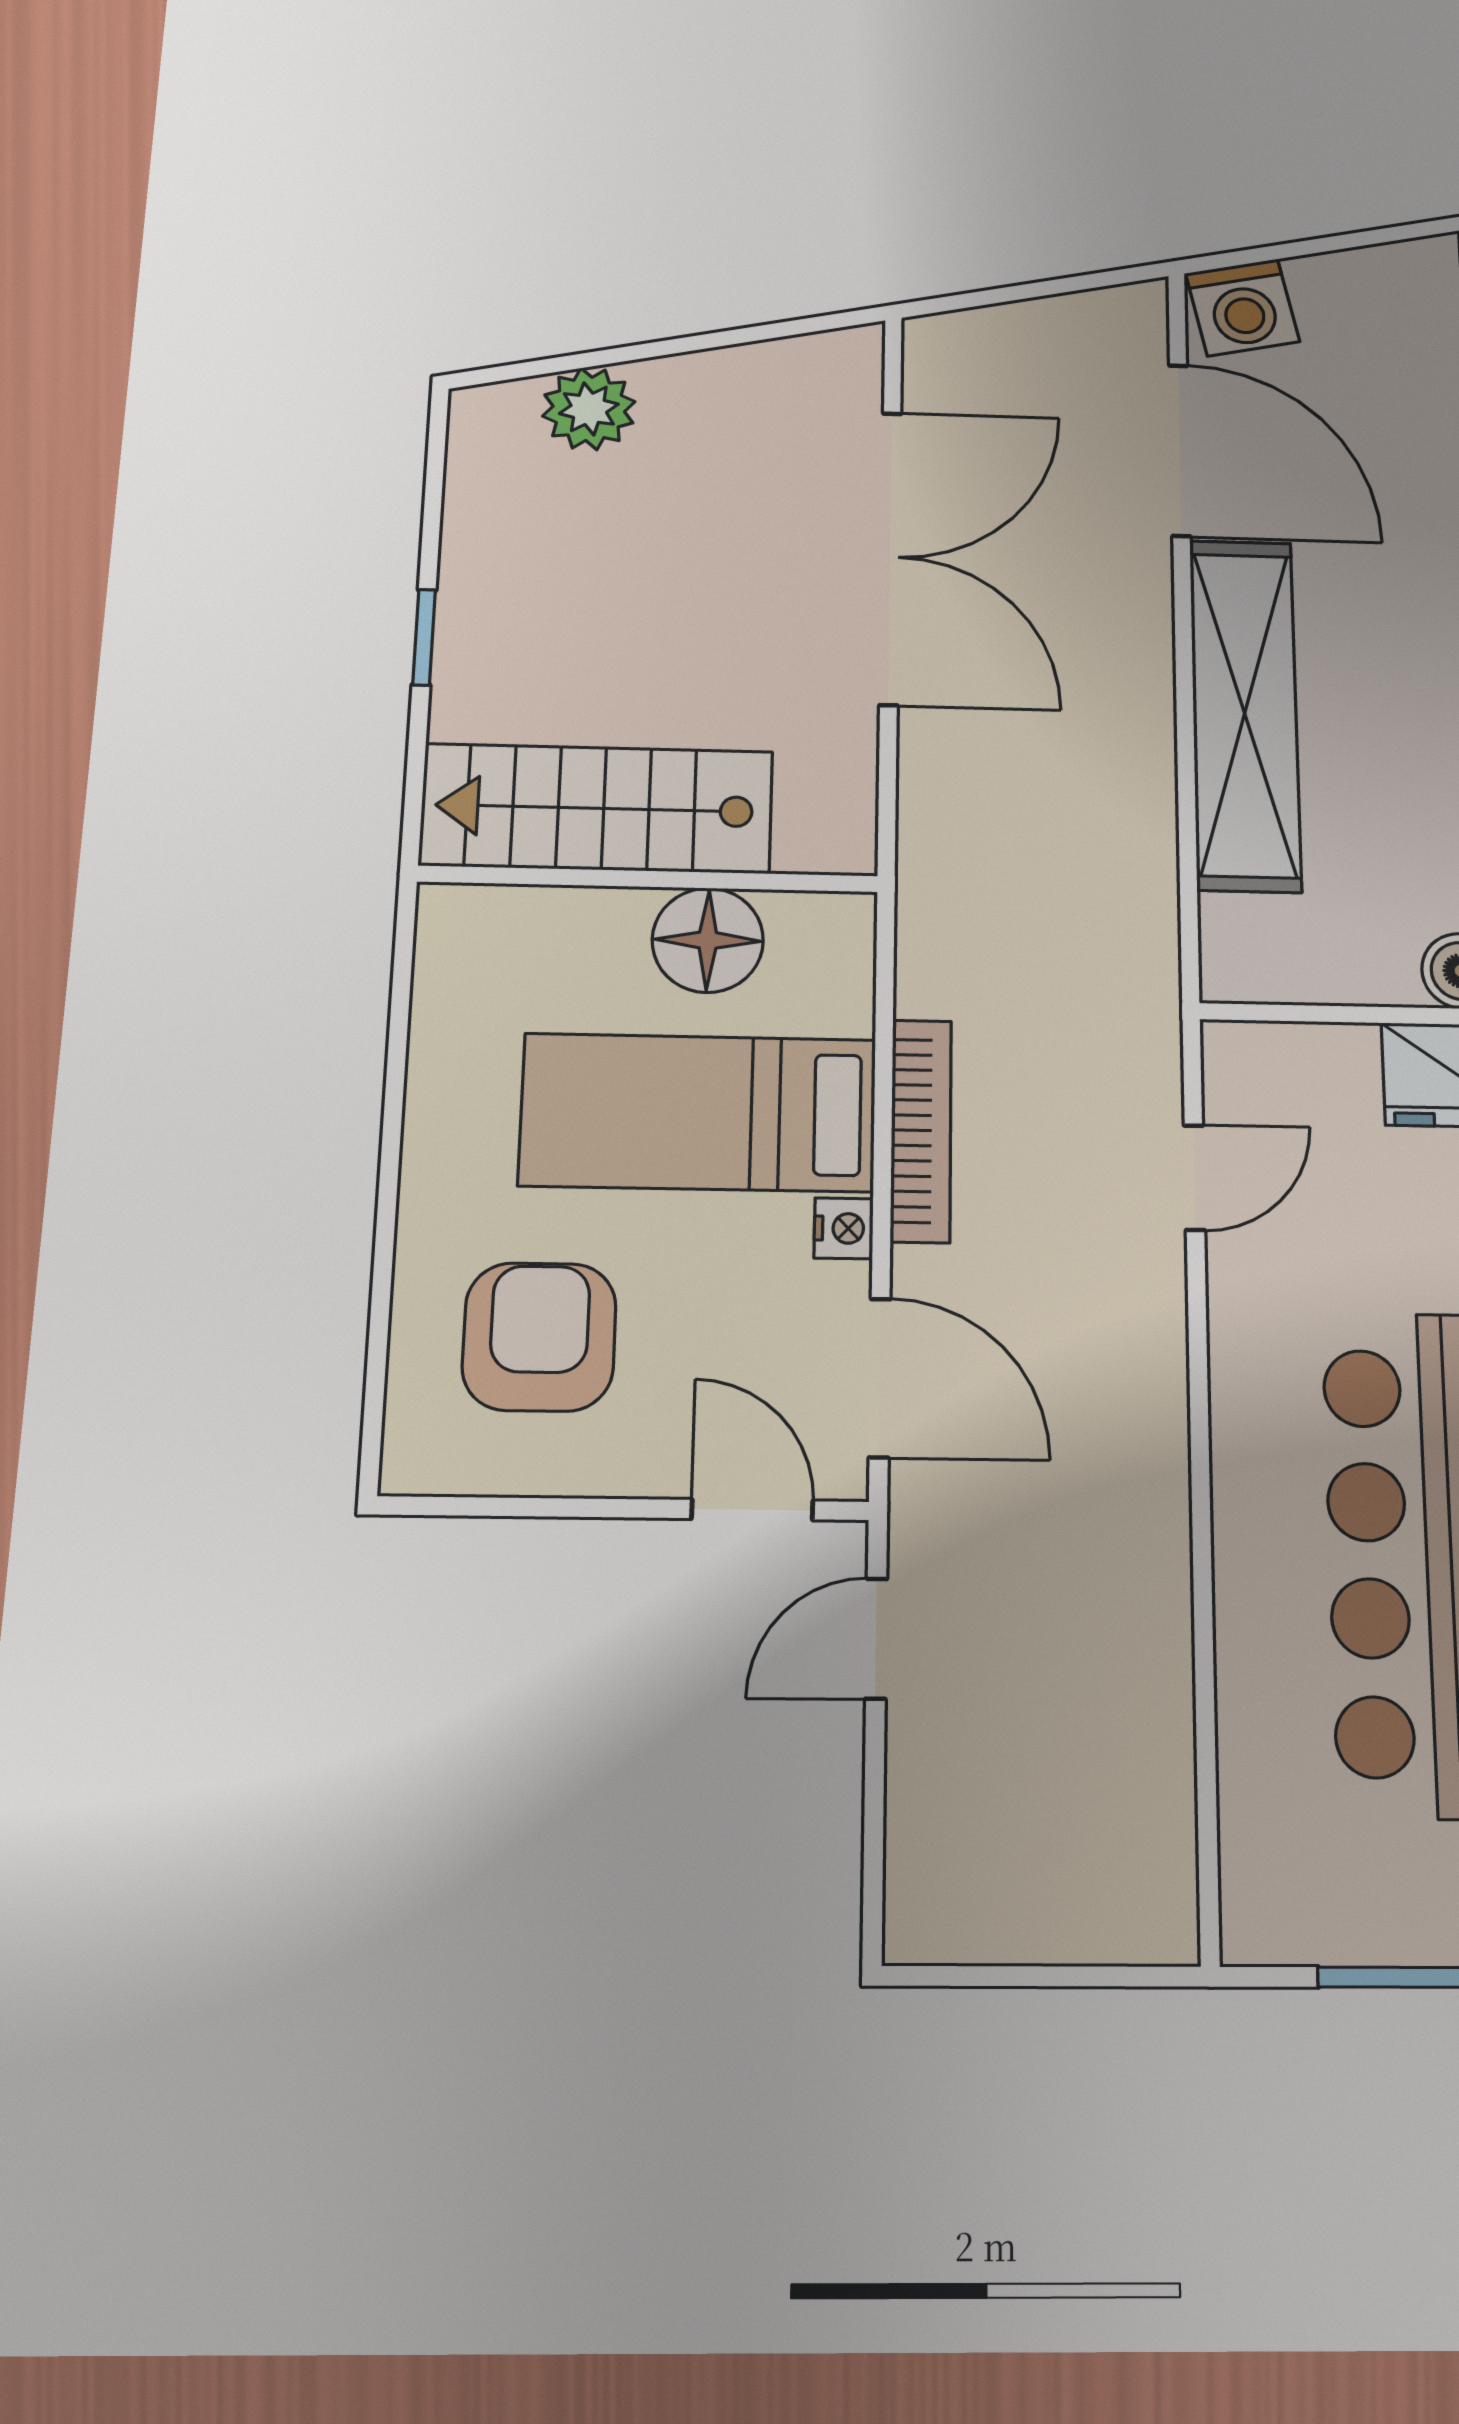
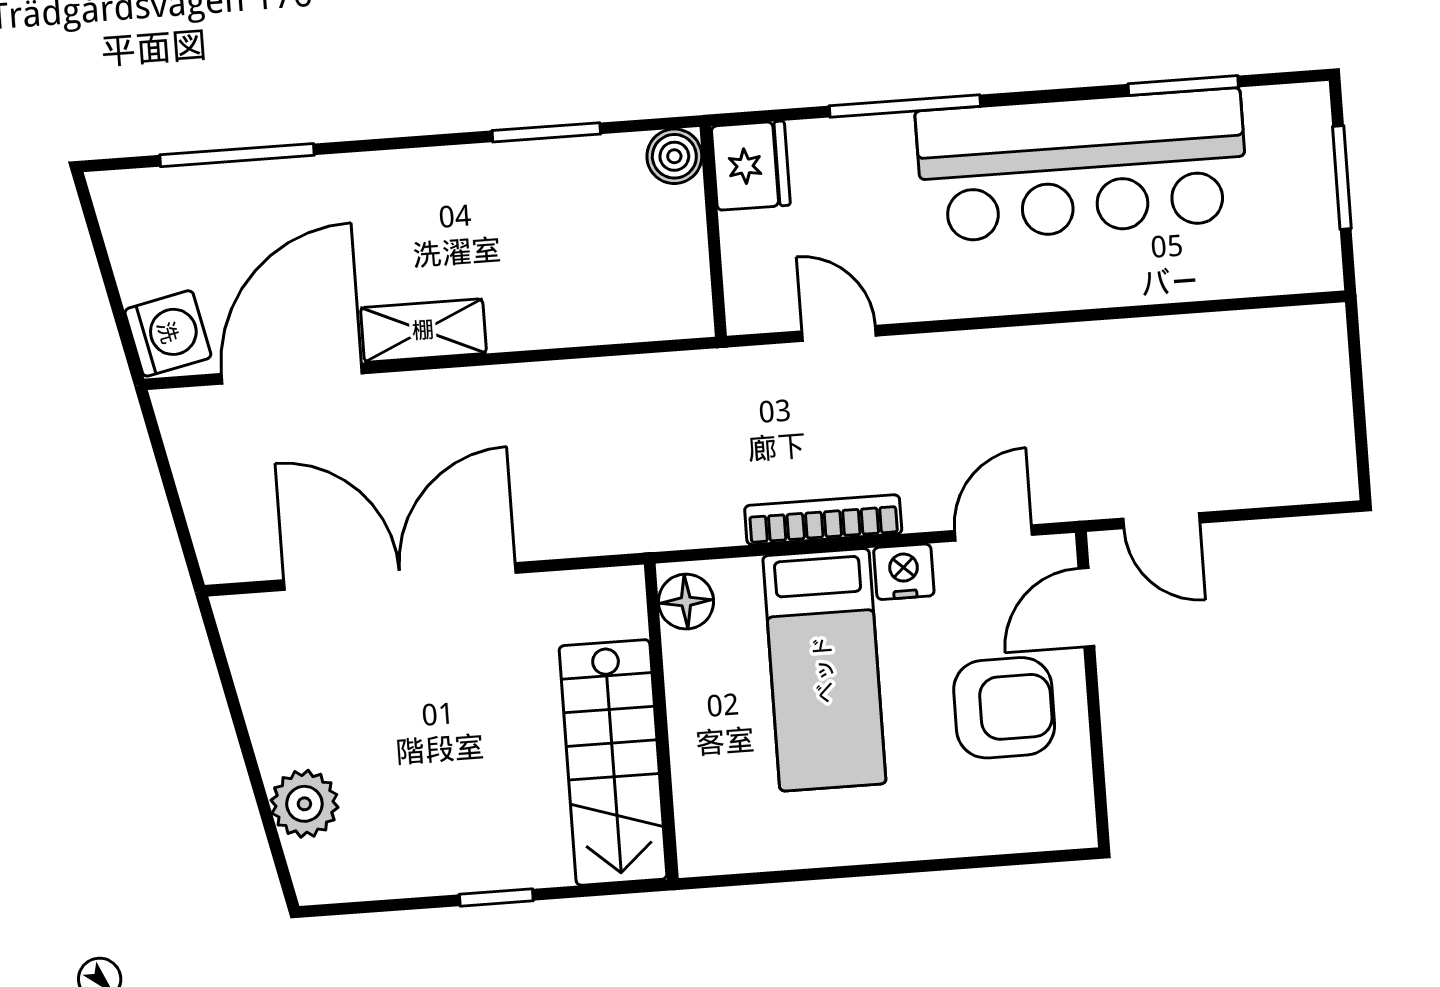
shelving: (1245, 714) -> (423, 330), width x0.45, depth x0.75
floor lamp: (708, 940) -> (686, 602), moved, width x0.73, depth x0.73
nightstand: (844, 1228) -> (904, 572), width x1.39, depth x1.35
armchair: (539, 1337) -> (1004, 708), moved, turned 180
door: (880, 1378) -> (993, 533), width x0.73

